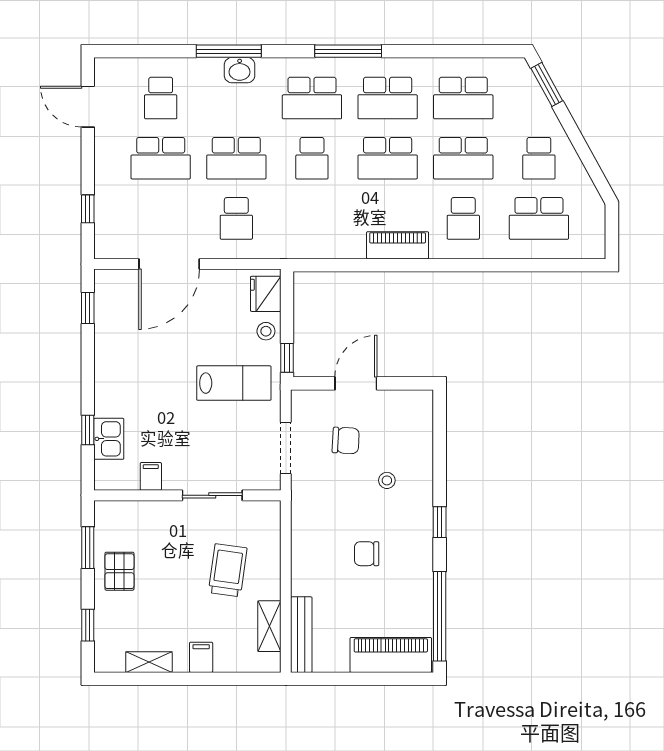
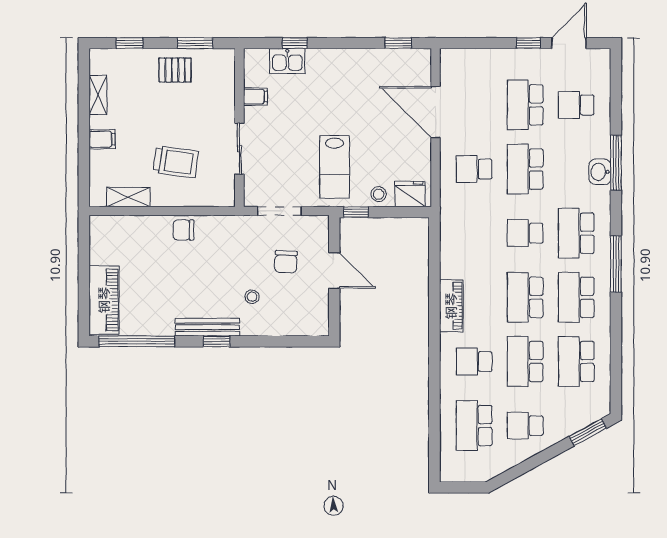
window: (88, 209) -> (528, 43), moved
chair: (367, 554) -> (183, 230), moved, turned -90
bench: (301, 635) -> (207, 327), moved

